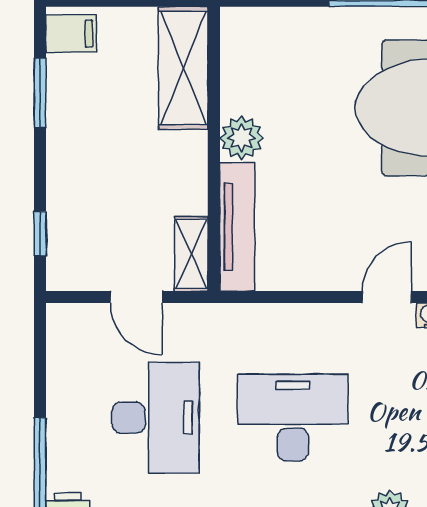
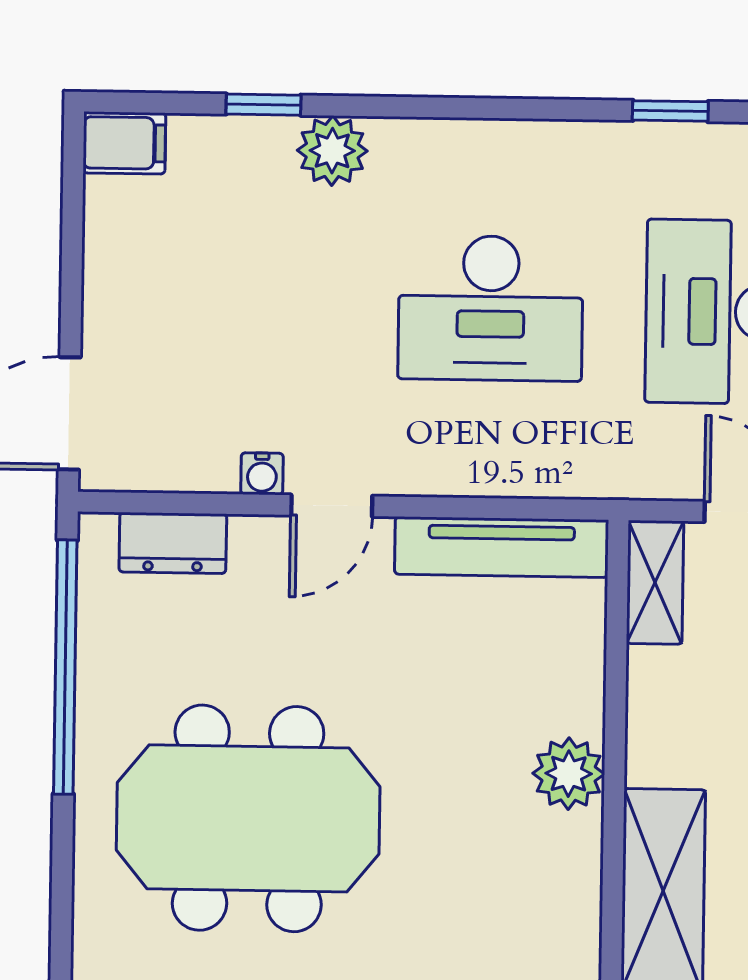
tv unit: (237, 227) -> (502, 547), moved, turned -90

